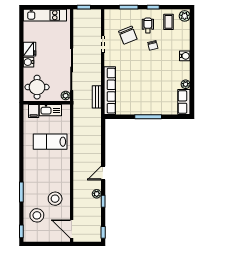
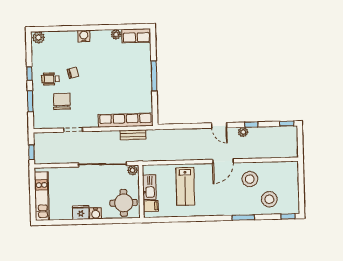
coffee table: (168, 22) -> (46, 56), removed
chair: (128, 35) -> (62, 101), turned -68
door: (72, 229) -> (223, 161), moved

